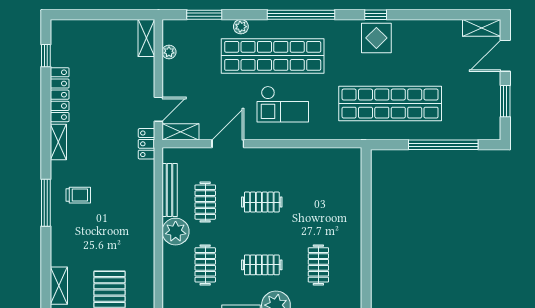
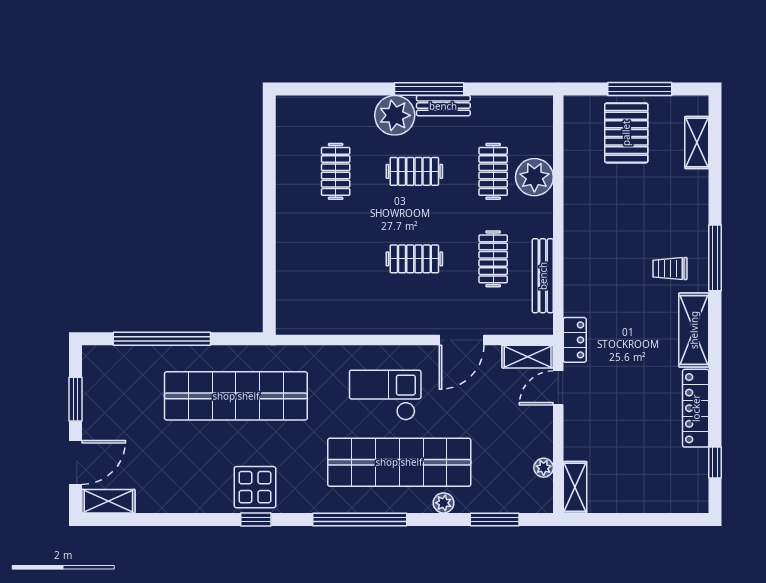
shelving: (58, 142) -> (694, 330), width x1.50, depth x1.33
plant: (176, 232) -> (534, 177), moved

